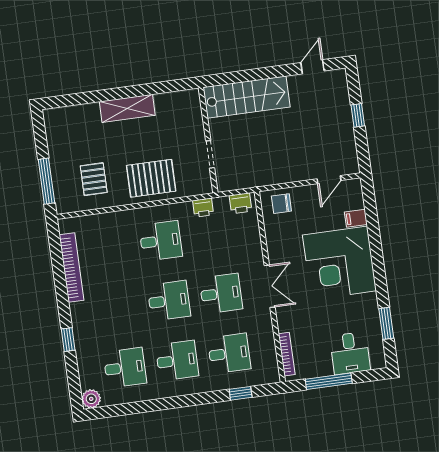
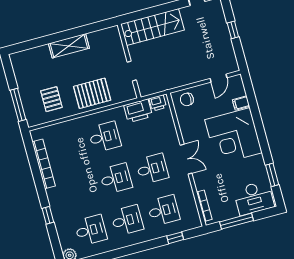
printer: (203, 208) -> (138, 111), width x1.87, depth x1.48
desk: (350, 353) -> (254, 198), width x1.37

